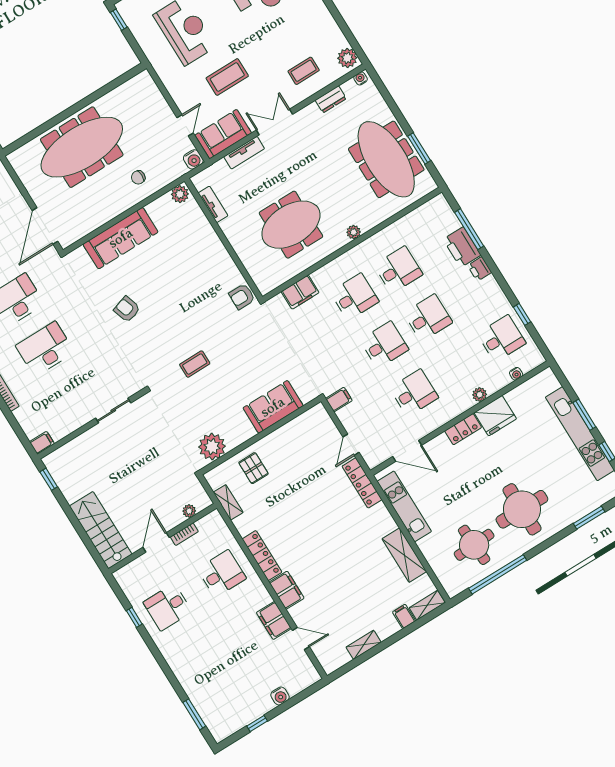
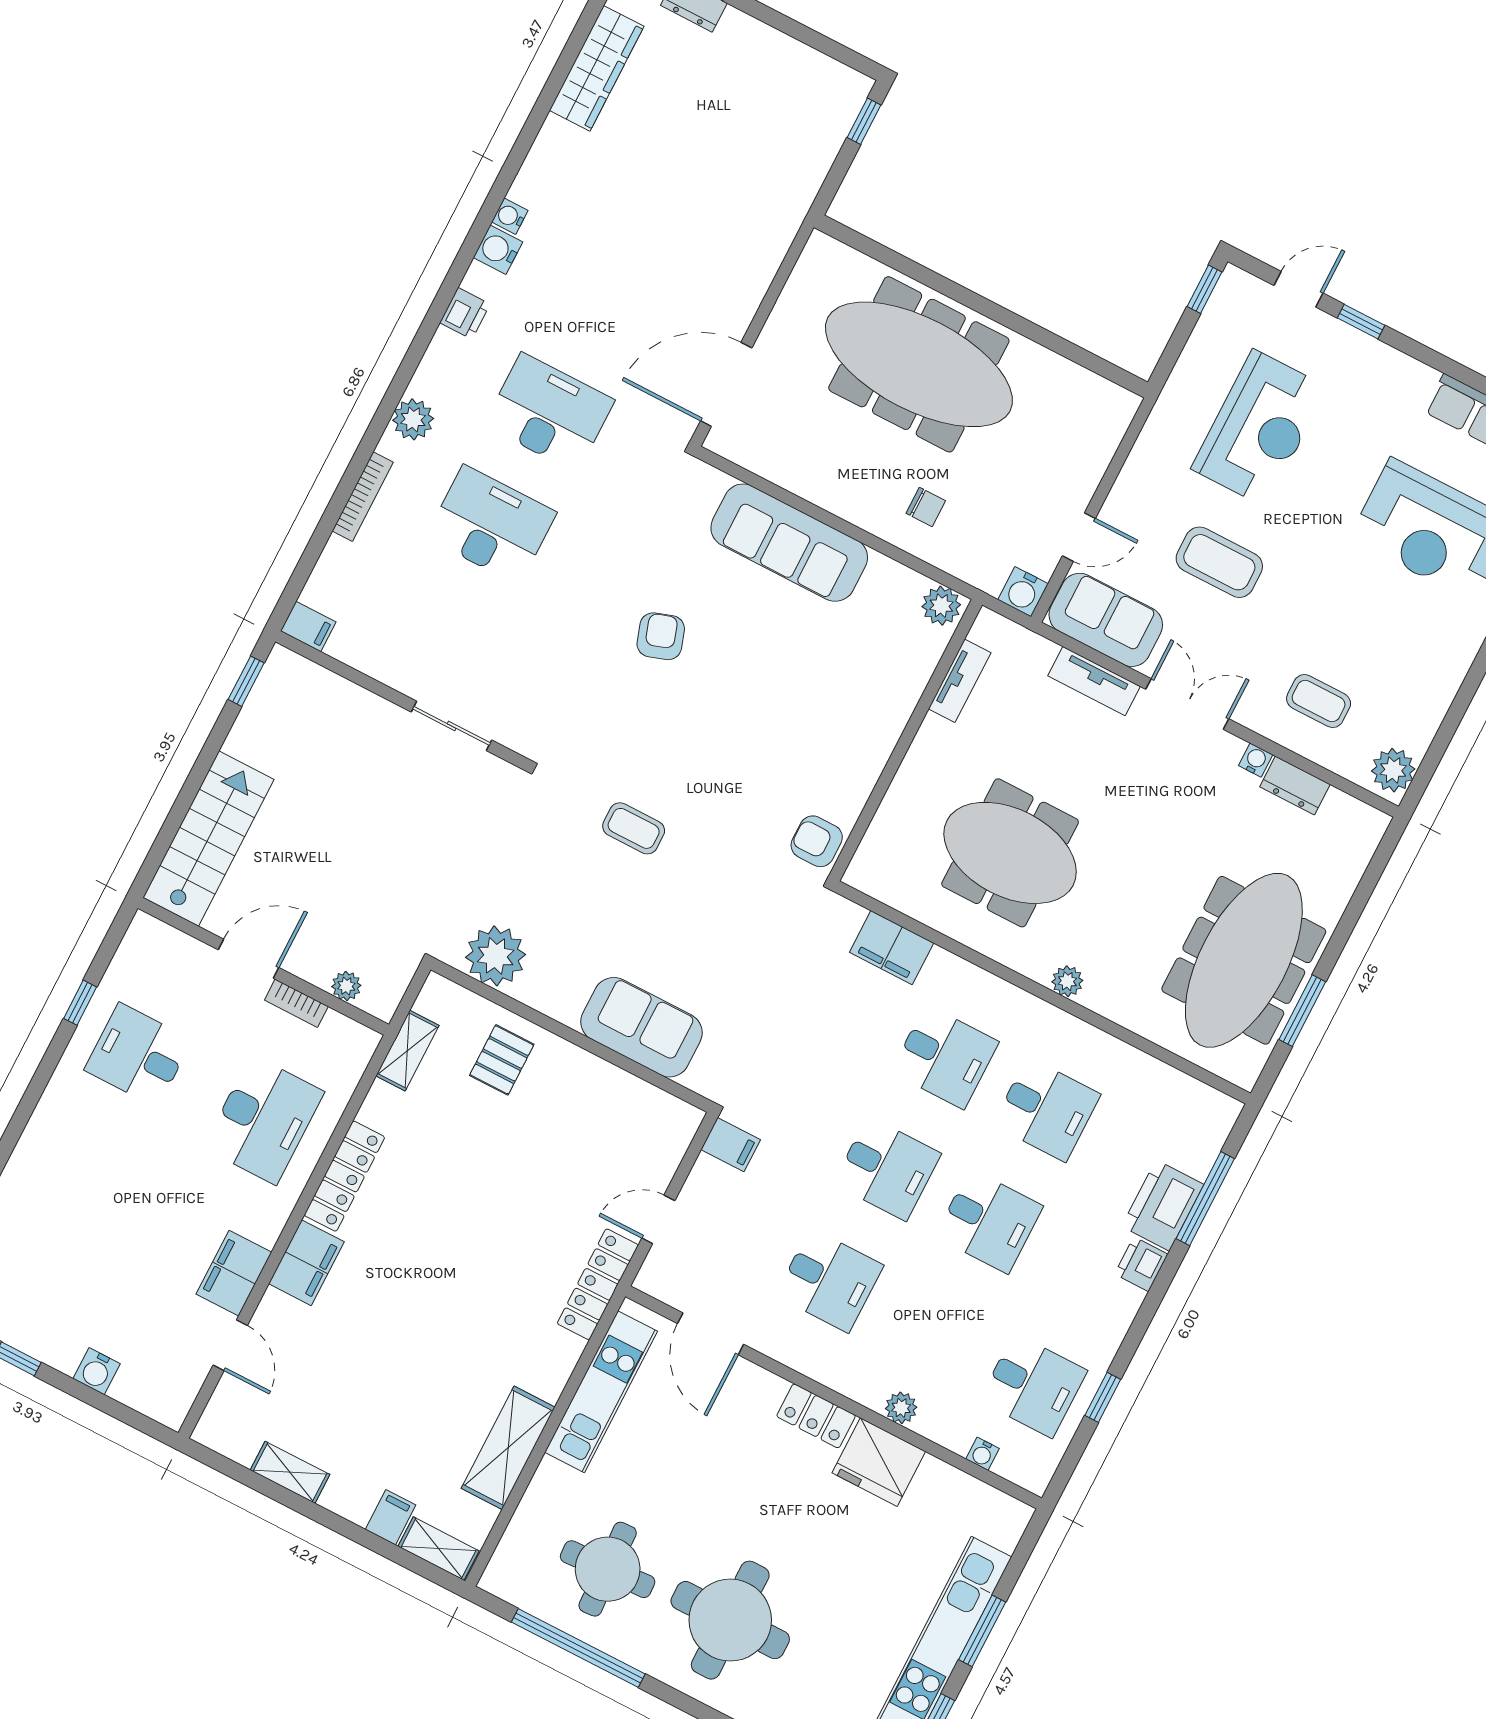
water cooler: (361, 78) -> (1256, 760), moved
chair: (138, 177) -> (926, 507), turned 180
desk: (222, 574) -> (264, 1120), width x1.37

